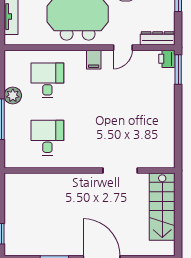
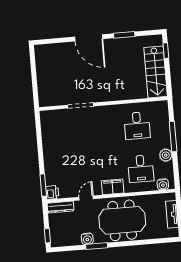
water cooler: (20, 57) -> (163, 184), added
filing cabinet: (94, 60) -> (113, 187), width x2.00
stairs: (162, 207) -> (156, 72), moved, turned 180

